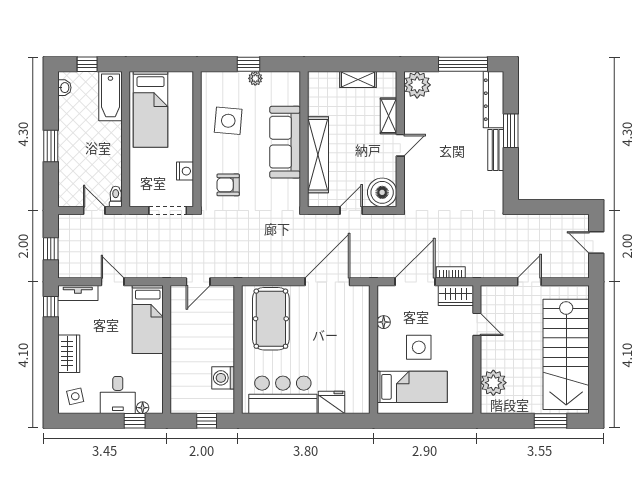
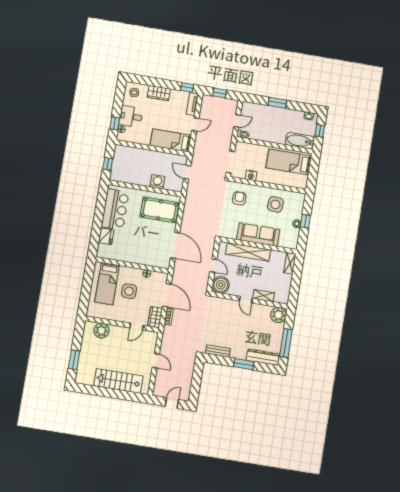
shelving: (358, 80) -> (290, 263), moved
bench: (496, 150) -> (218, 351), moved
stairs: (566, 354) -> (118, 381), width x0.73, depth x0.66
washing machine: (223, 378) -> (157, 182), moved

